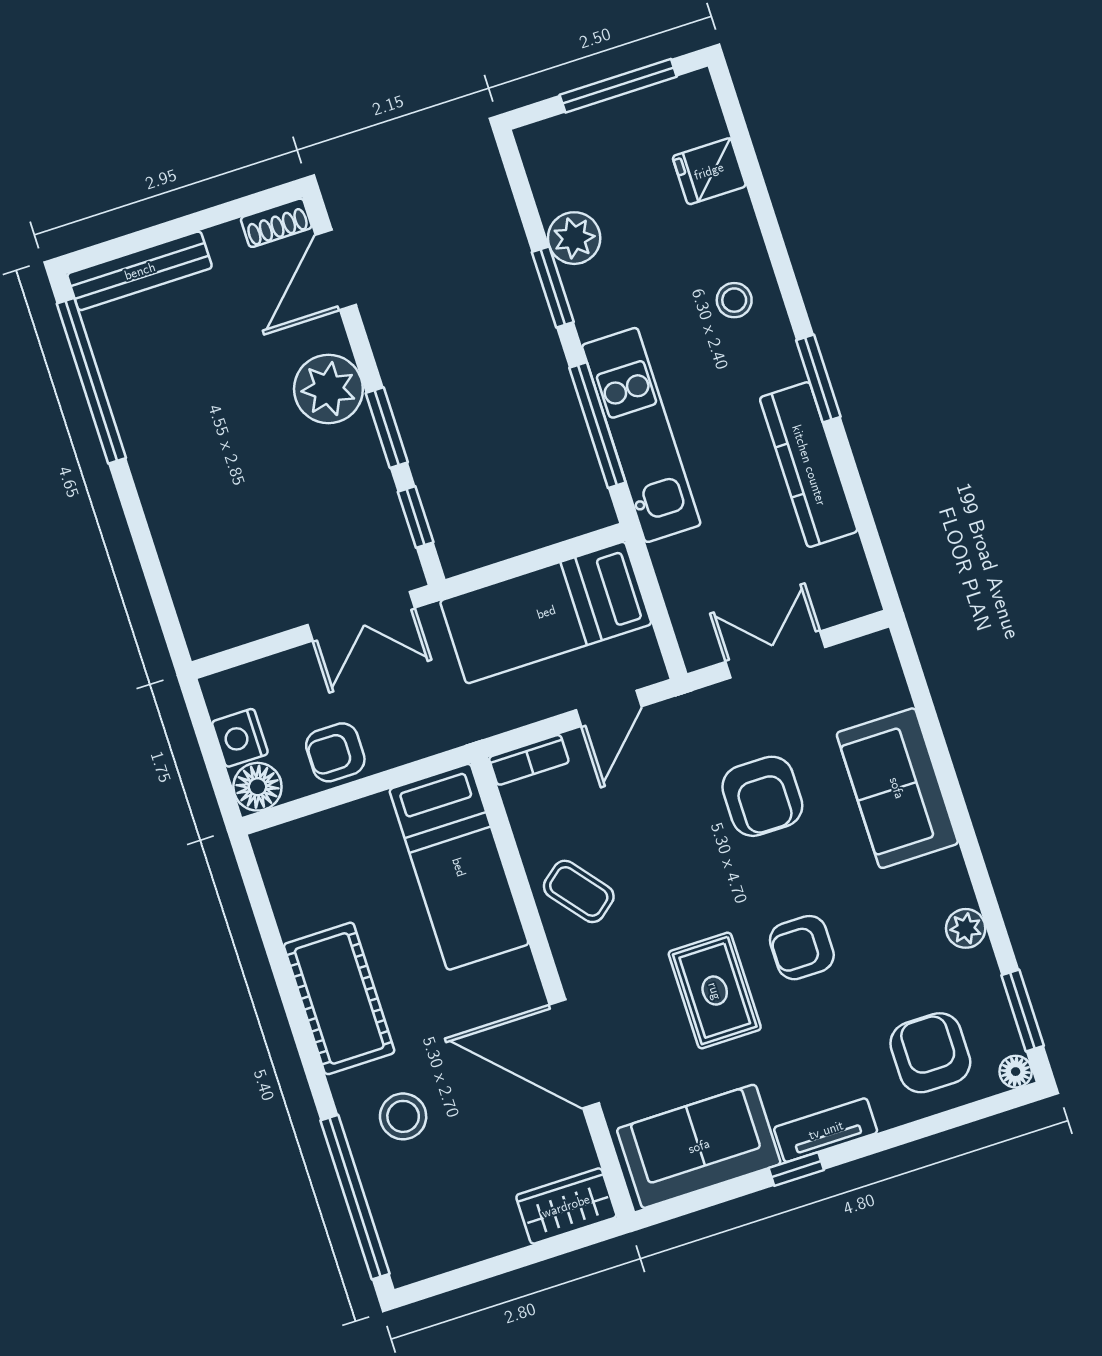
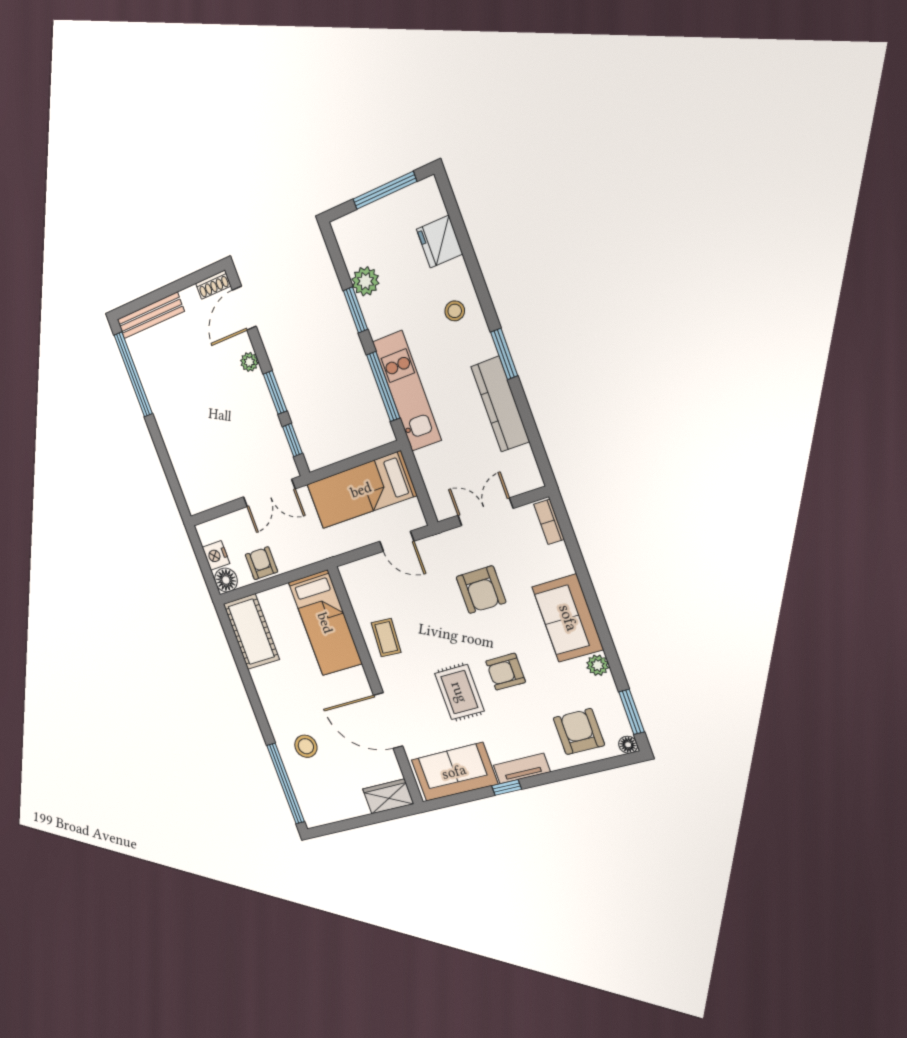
fridge: (709, 171) -> (440, 242), width x1.38
plant: (328, 389) -> (249, 362), width x0.53, depth x0.53
door: (609, 708) -> (397, 541), hinge flipped
armchair: (335, 752) -> (261, 563), turned 90
bookcase: (529, 760) -> (549, 522), moved, turned 90
sofa: (897, 788) -> (568, 618), moved
coffee table: (579, 891) -> (386, 638), turned 43
cot: (339, 998) -> (251, 632), moved

